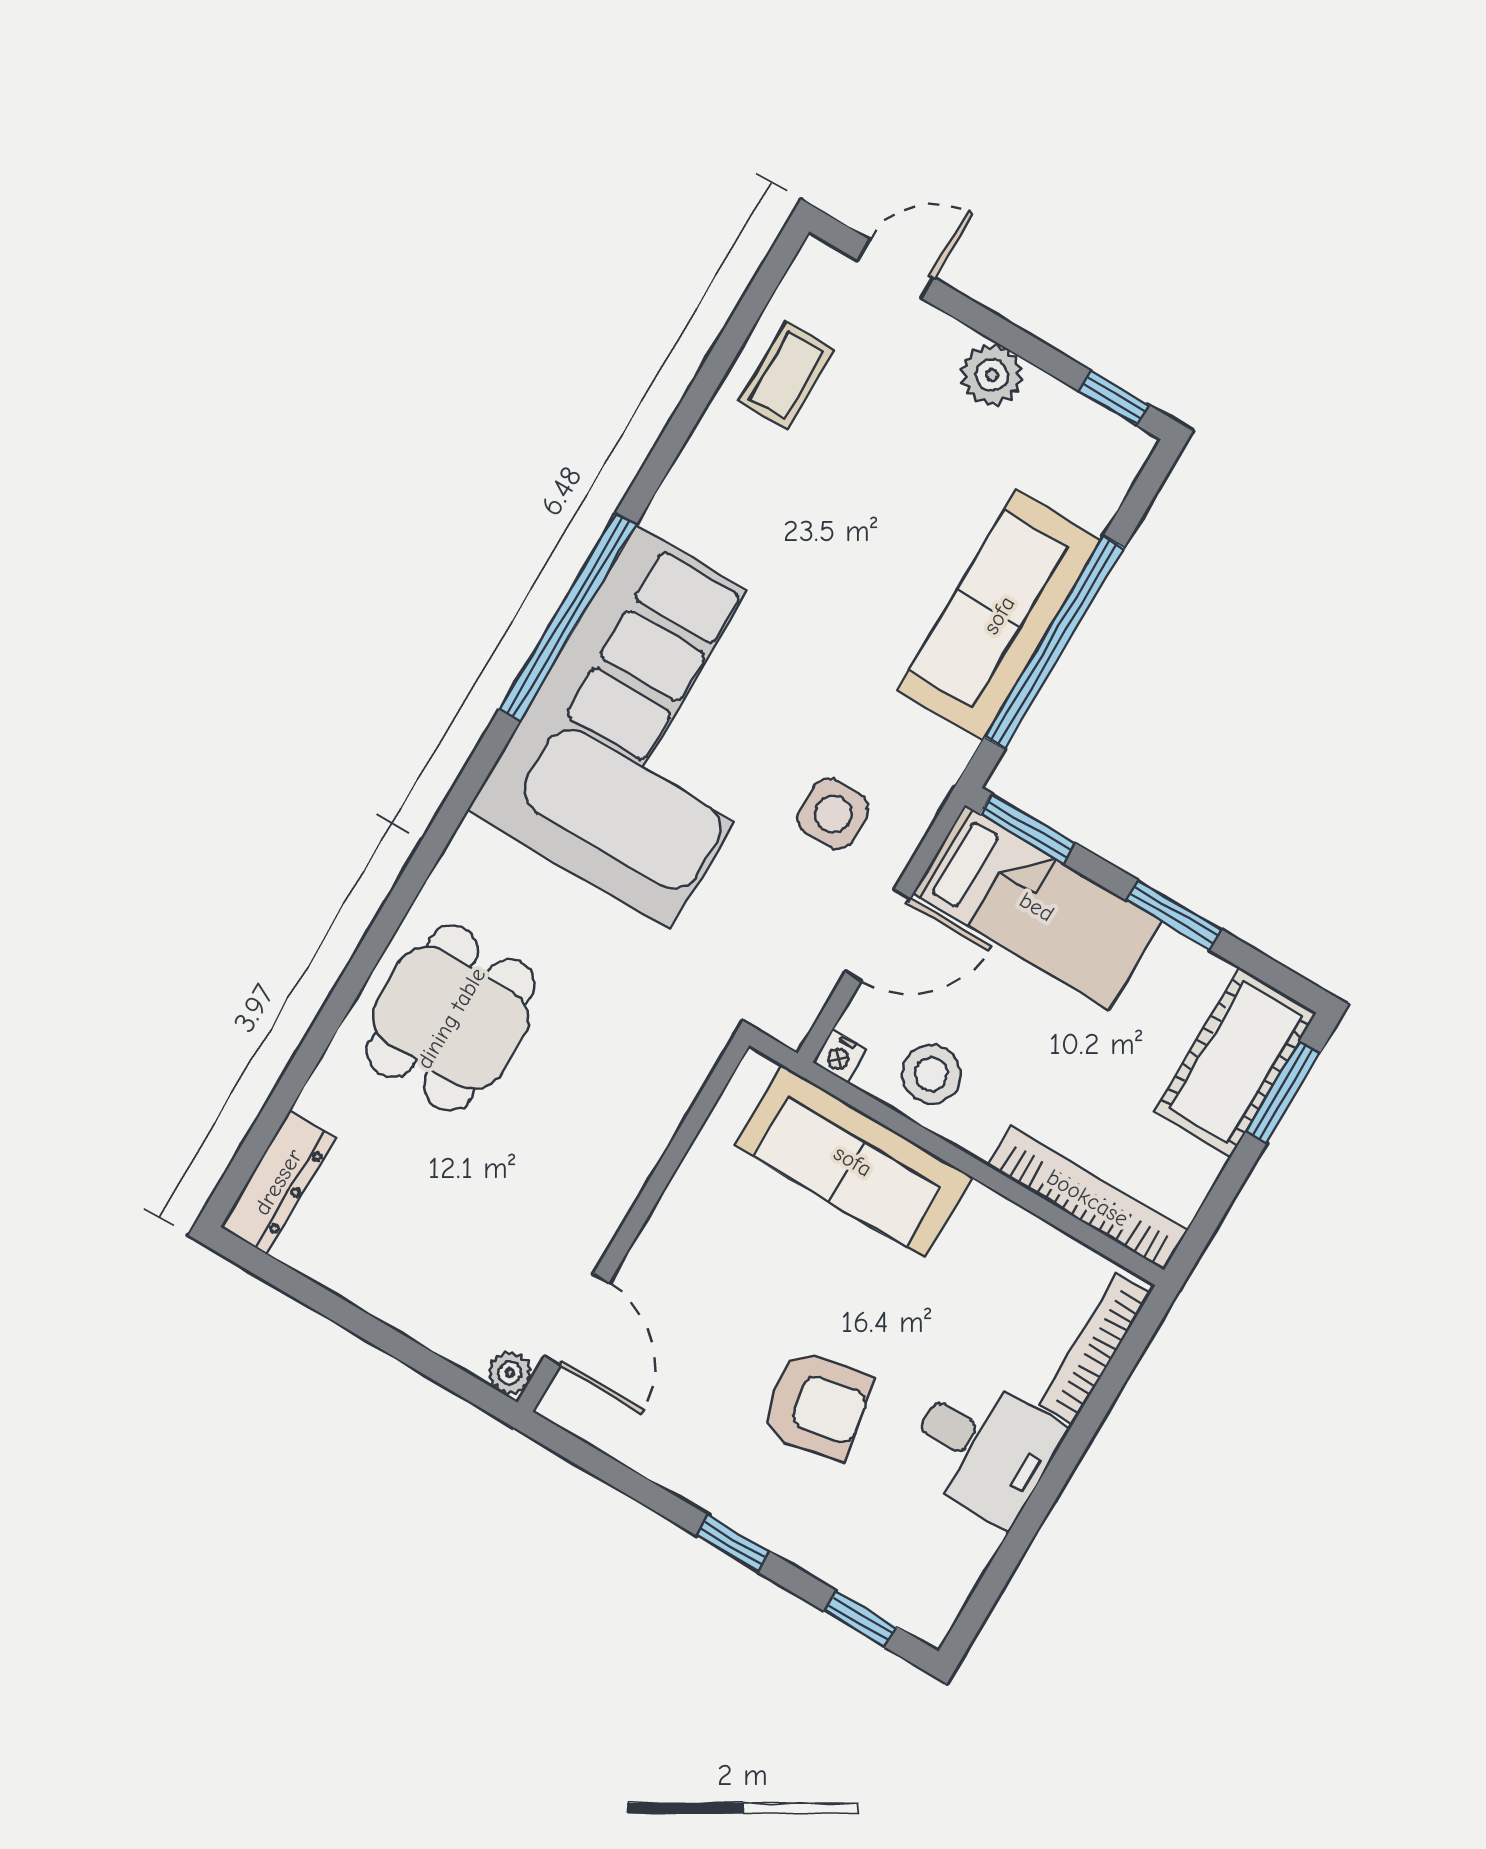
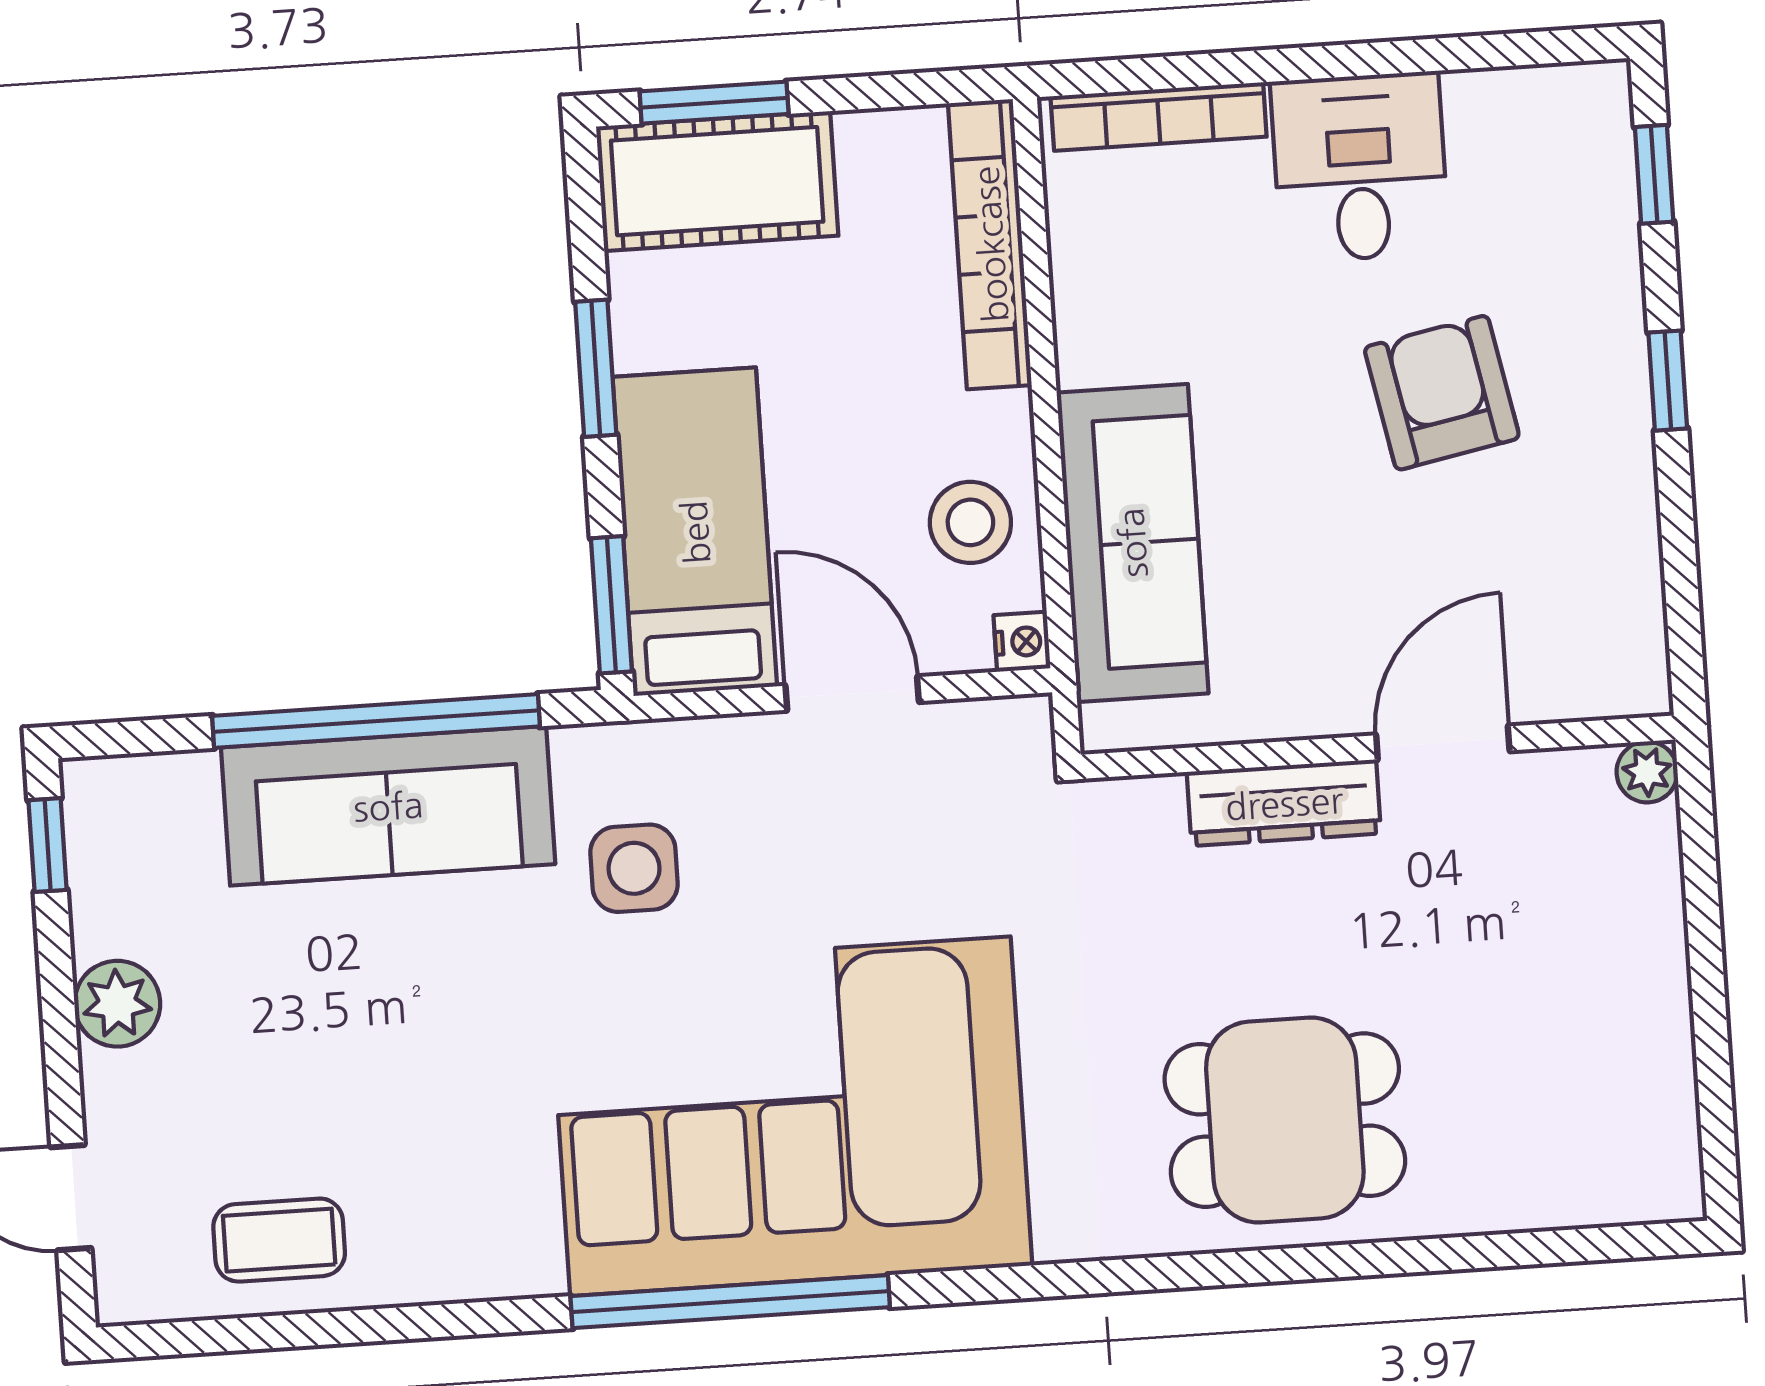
side table: (833, 814) -> (634, 868), moved
dresser: (278, 1182) -> (1284, 803), moved, turned 180
door: (577, 1320) -> (1443, 743), moved

